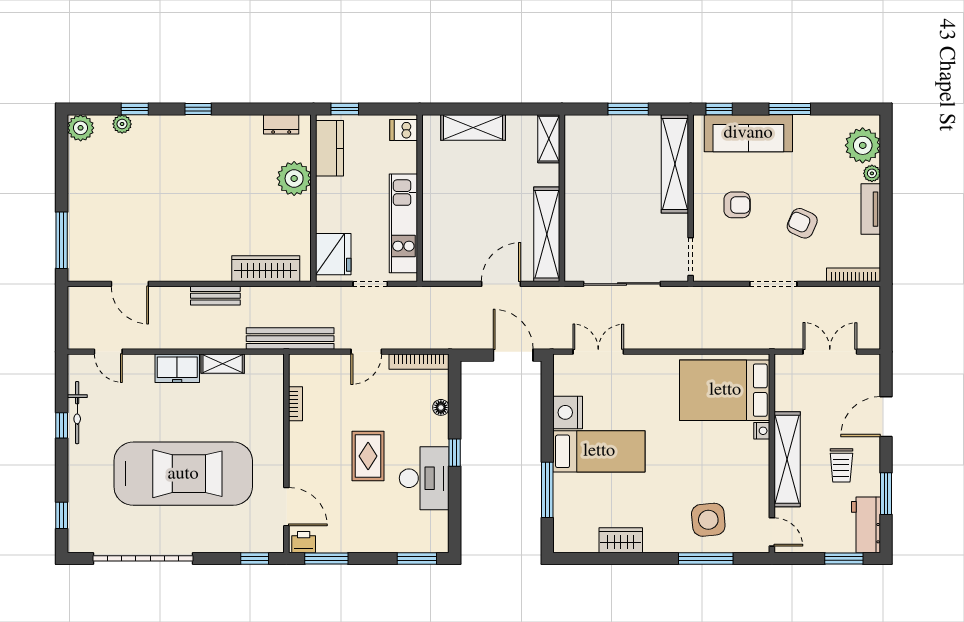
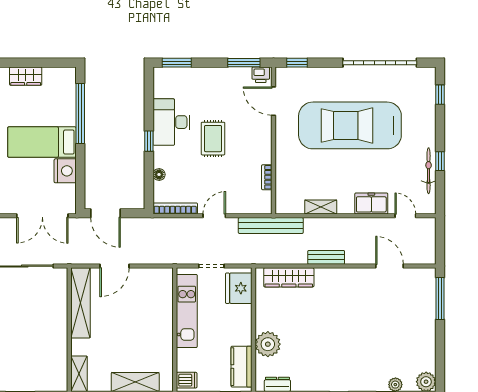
double door: (598, 352) -> (42, 216), width x1.37
freezer: (177, 368) -> (371, 204), moved
window: (547, 490) -> (80, 113), width x1.46

